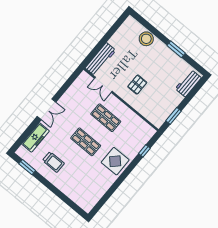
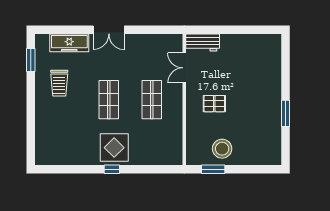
stool: (146, 39) -> (222, 149), moved
workbench: (101, 59) -> (203, 43), width x0.73
workbench: (188, 83) -> (260, 156), removed
window: (144, 151) -> (112, 169), moved

